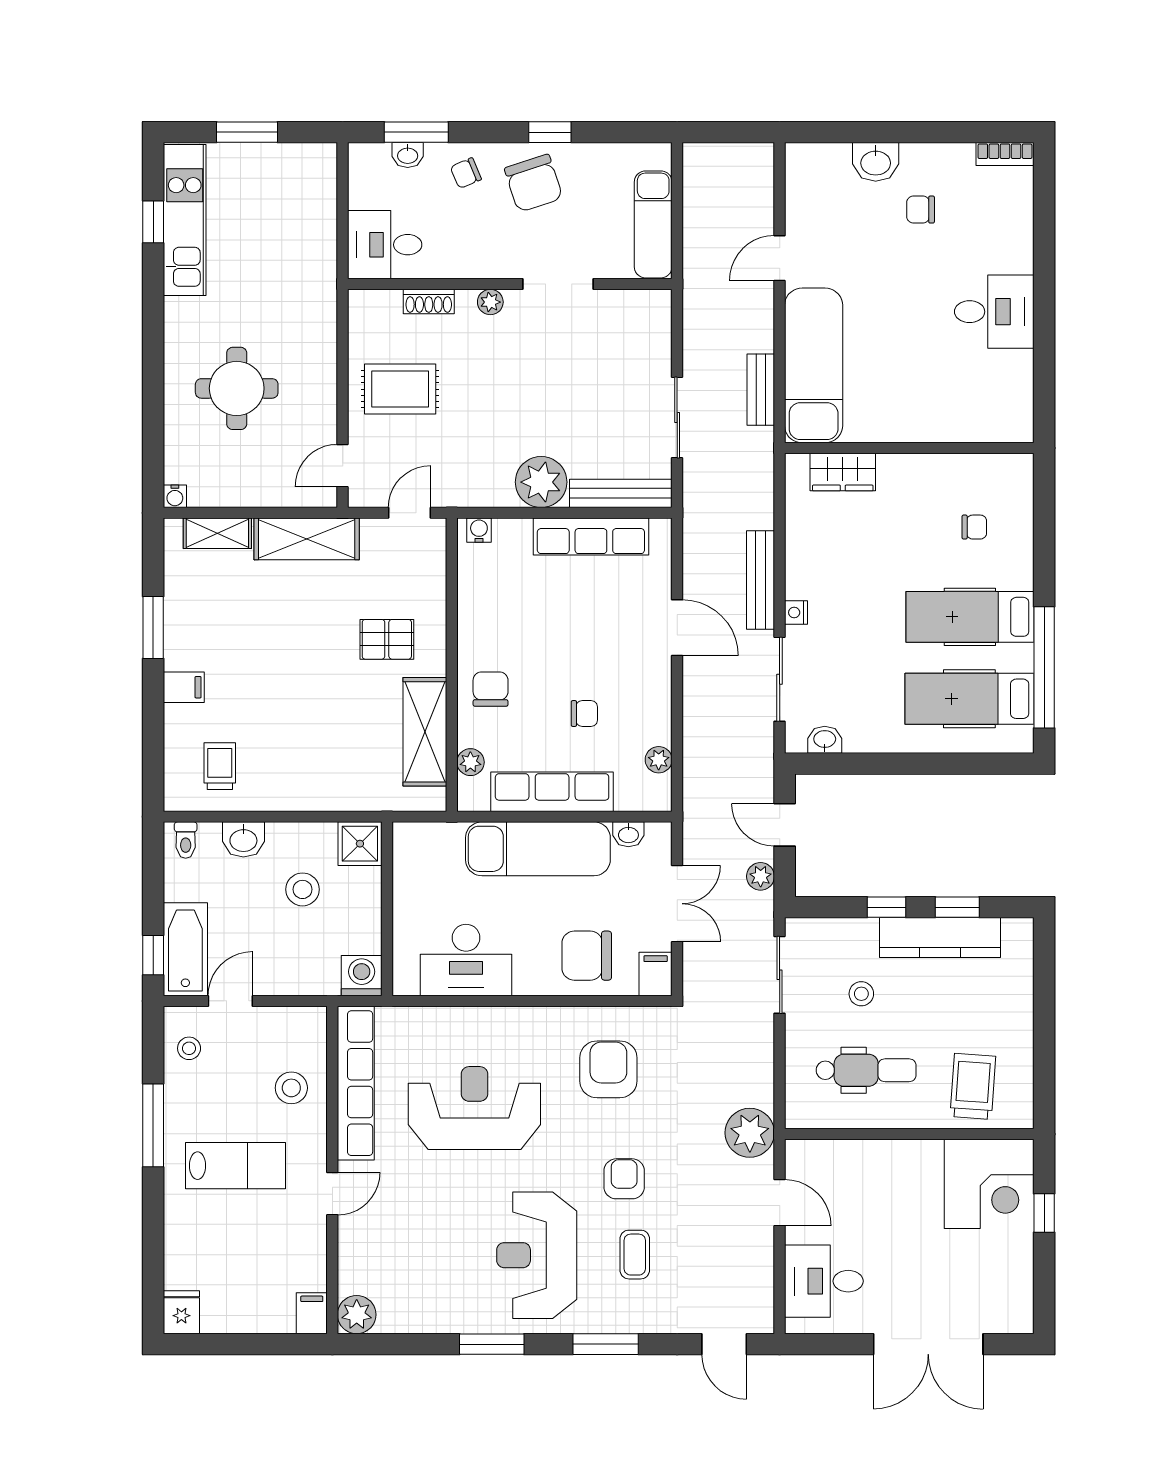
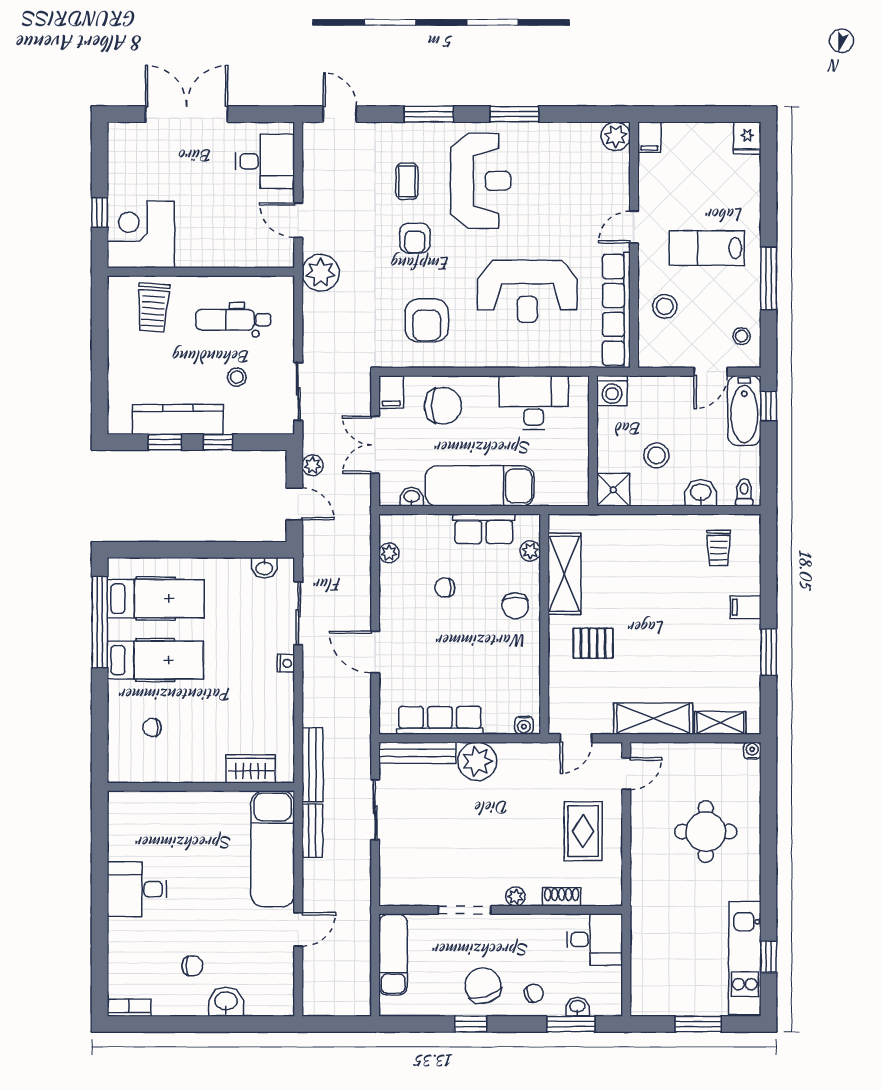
rug: (400, 389) -> (583, 831), turned 90
bench: (761, 580) -> (312, 765), moved
row of seats: (552, 792) -> (484, 529), width x0.68

